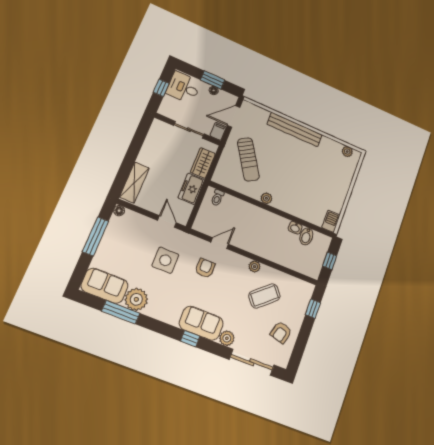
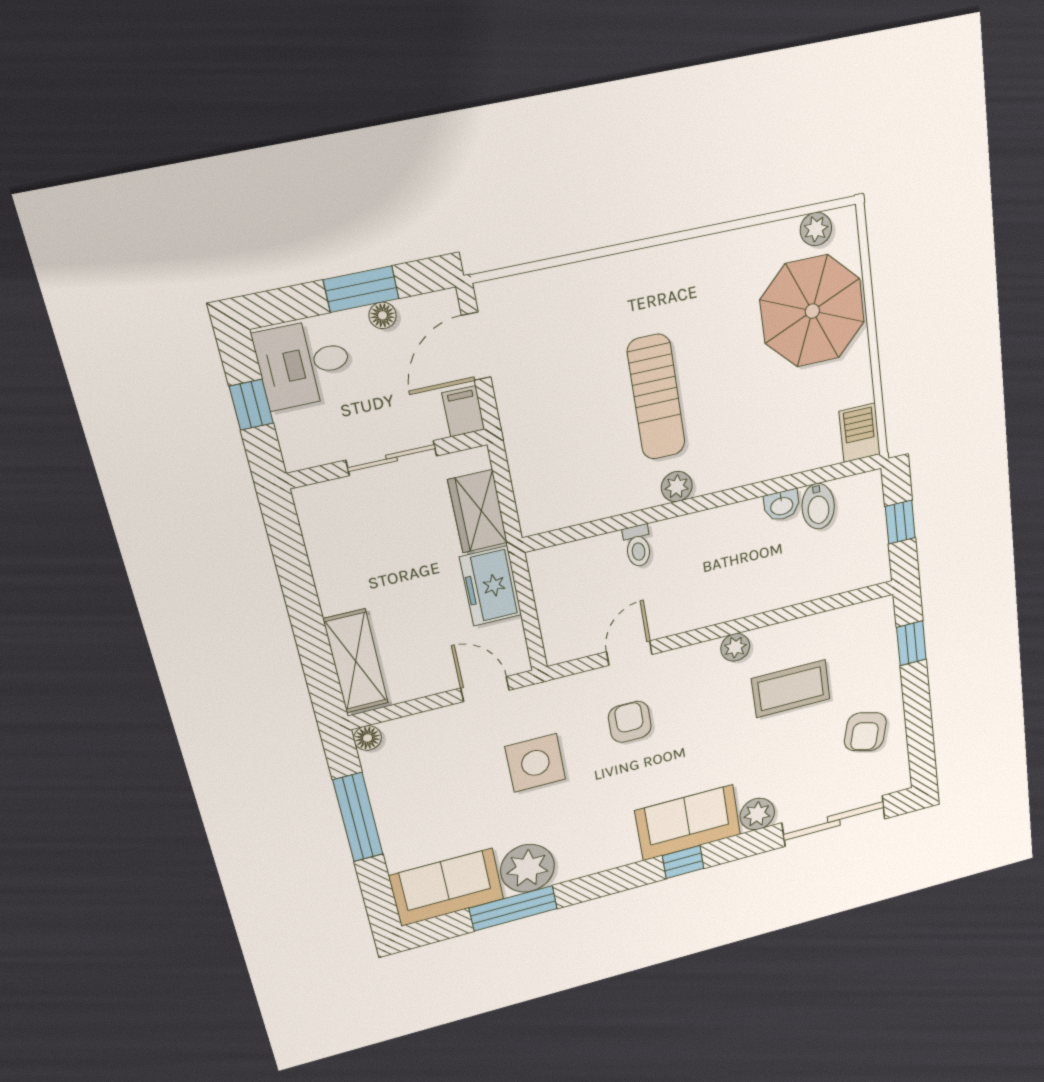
bench: (295, 129) -> (649, 268), removed
sun lounger: (248, 159) -> (656, 397), moved, turned 32
parasol: (335, 174) -> (812, 311), added
toilet: (217, 198) -> (638, 546), moved
coffee table: (264, 296) -> (791, 689), turned 41

